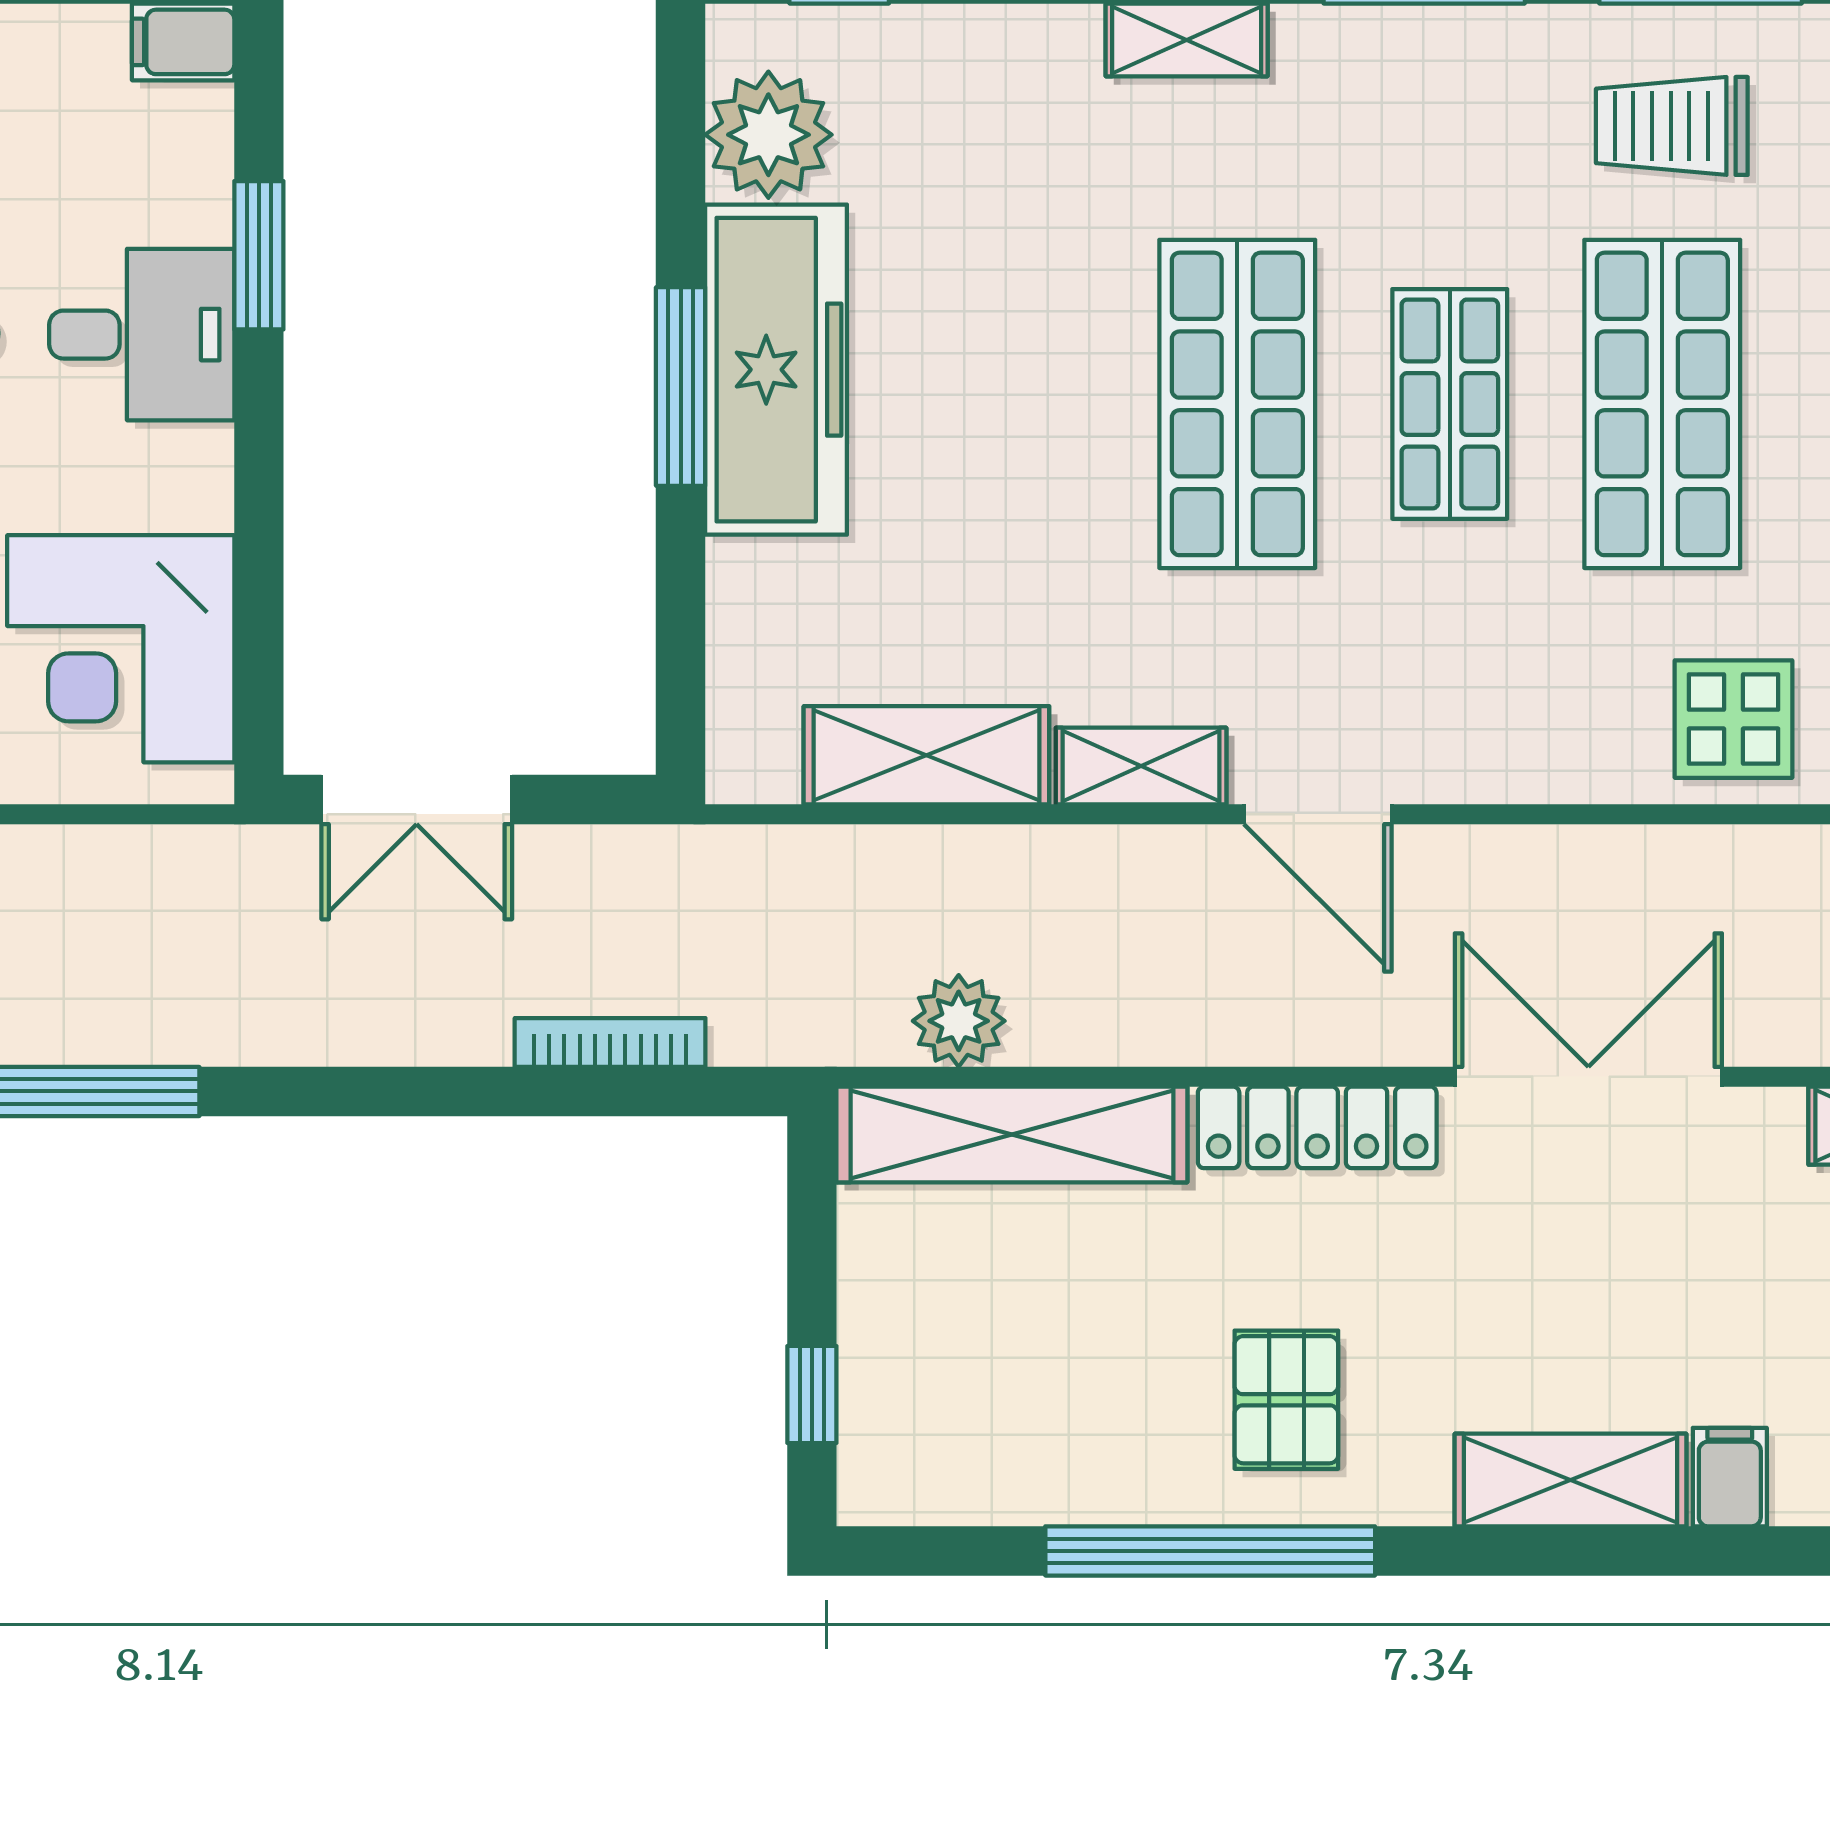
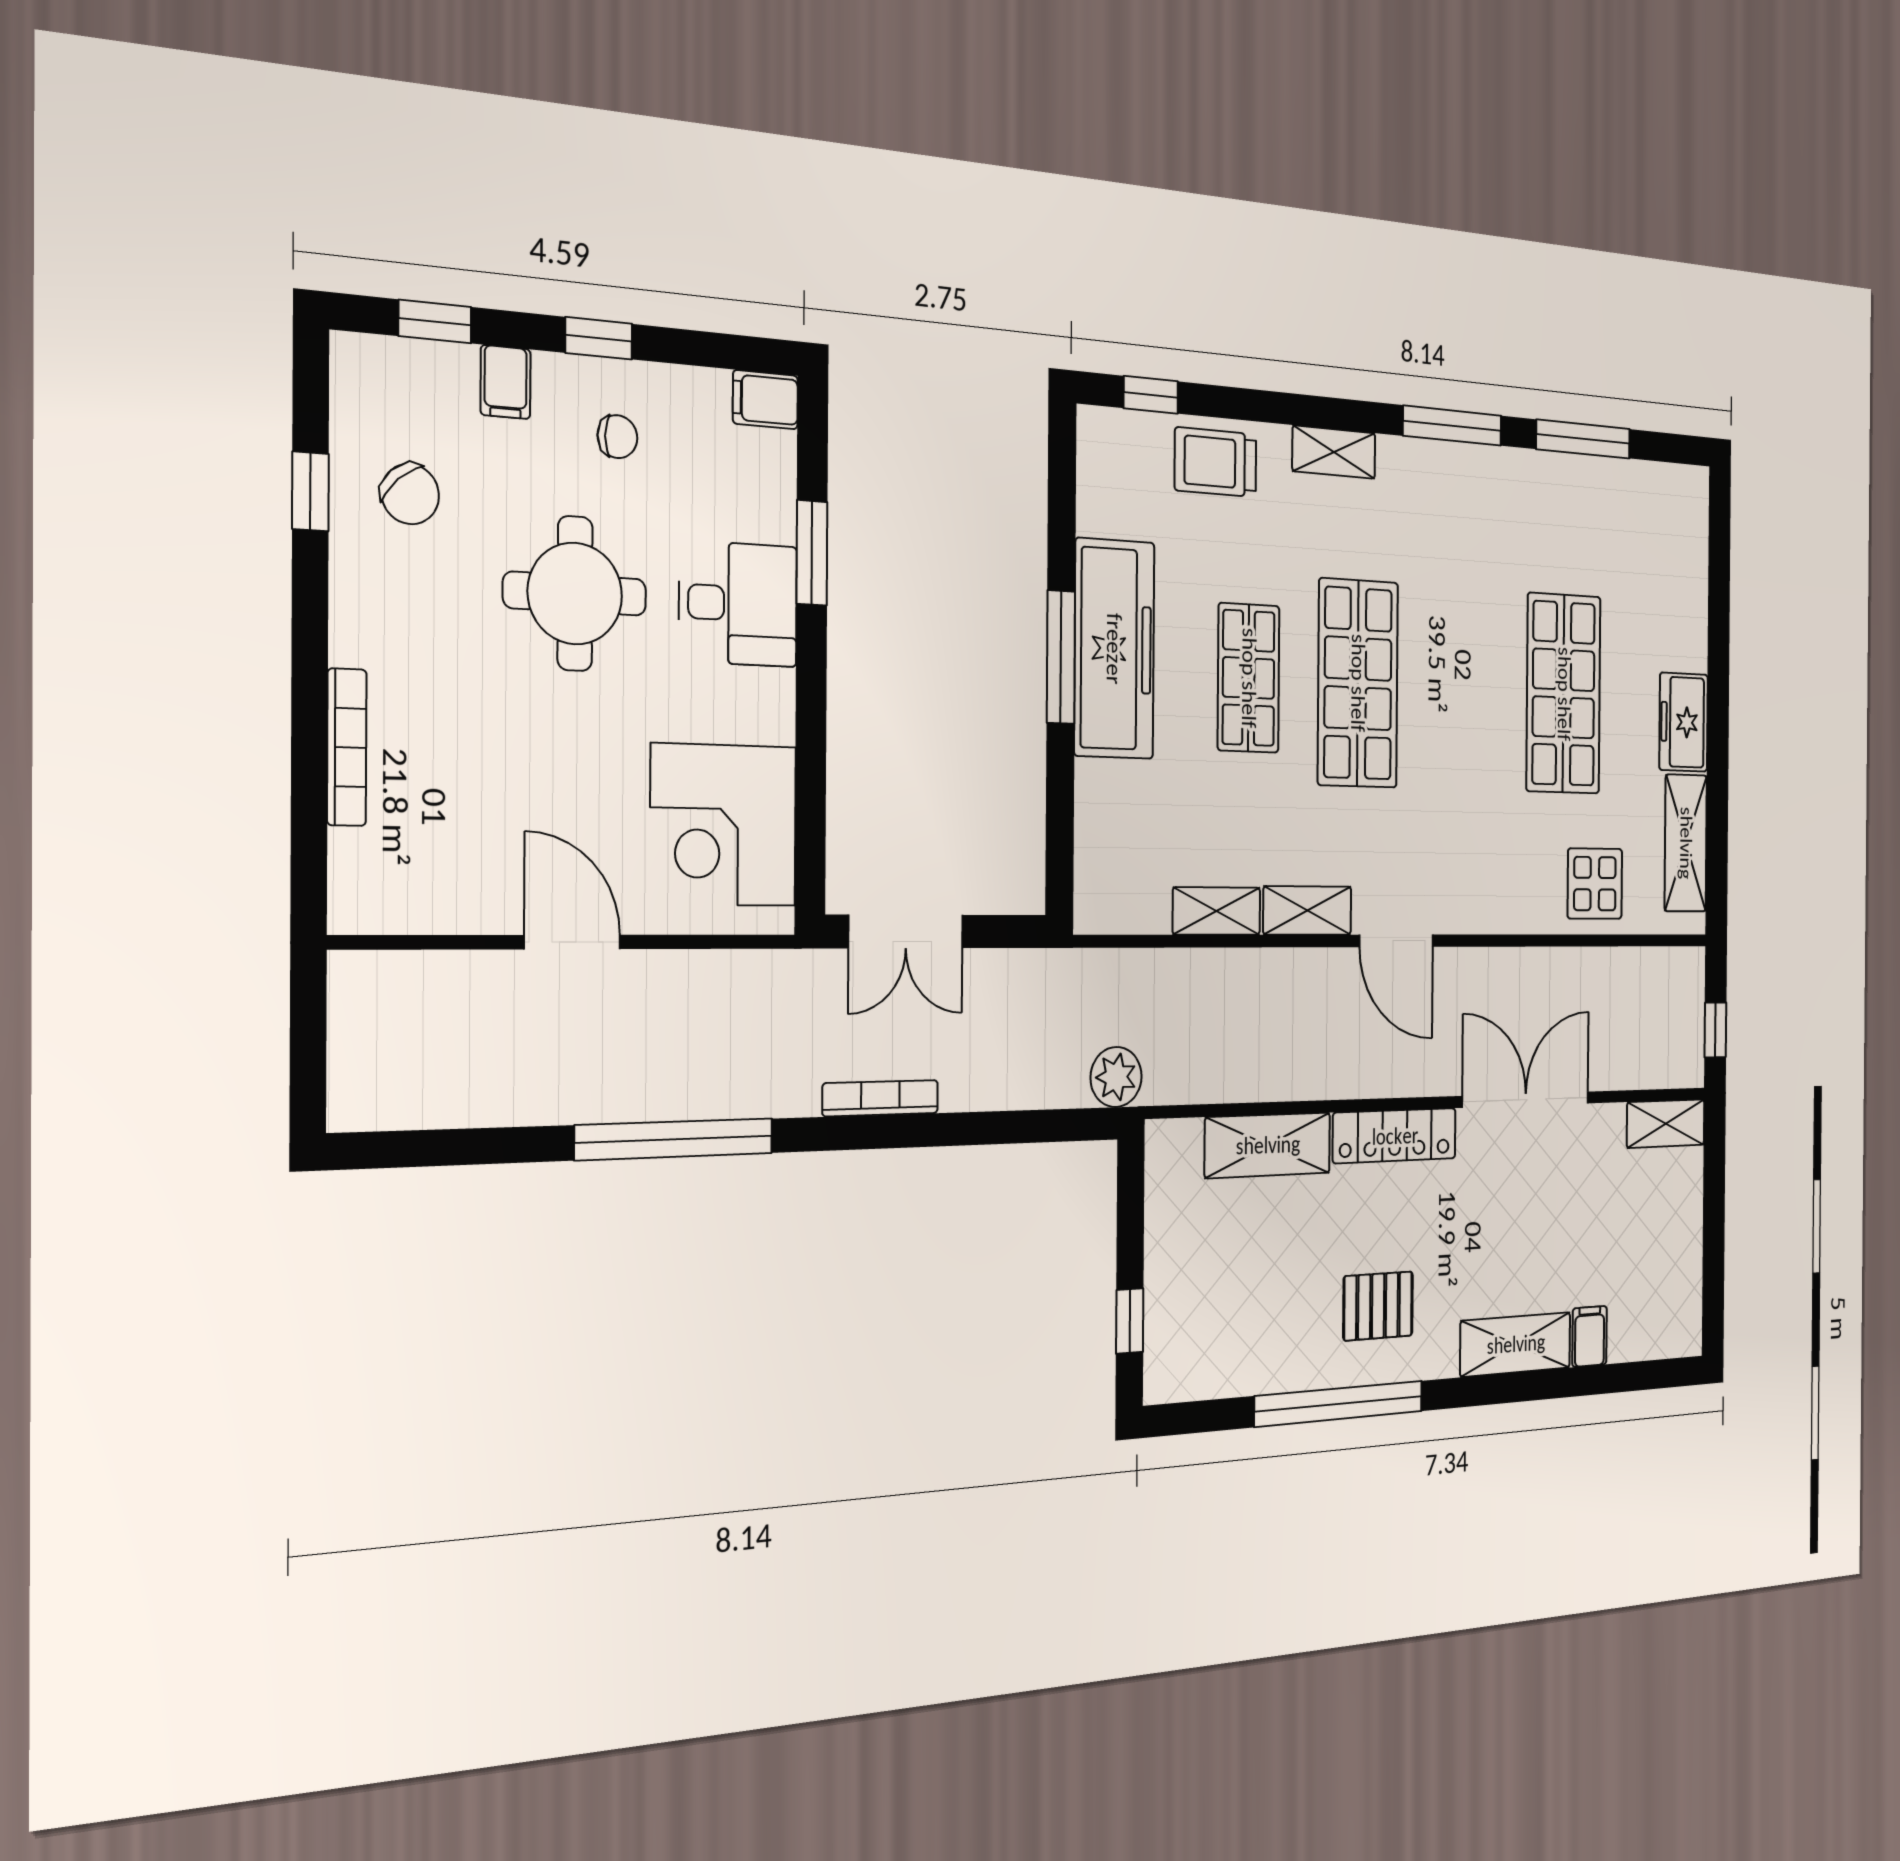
trolley: (1672, 126) -> (1216, 462), moved
plant: (768, 135) -> (1111, 494), removed
shop shelf: (1450, 404) -> (1249, 678), moved
shelving: (926, 755) -> (1217, 911), width x0.67, depth x0.75
plant: (959, 1021) -> (1116, 1077), moved
bookcase: (610, 1042) -> (880, 1098), moved
shelving: (1012, 1134) -> (1268, 1145), width x0.68
pallet: (1286, 1400) -> (1378, 1306), turned 90

